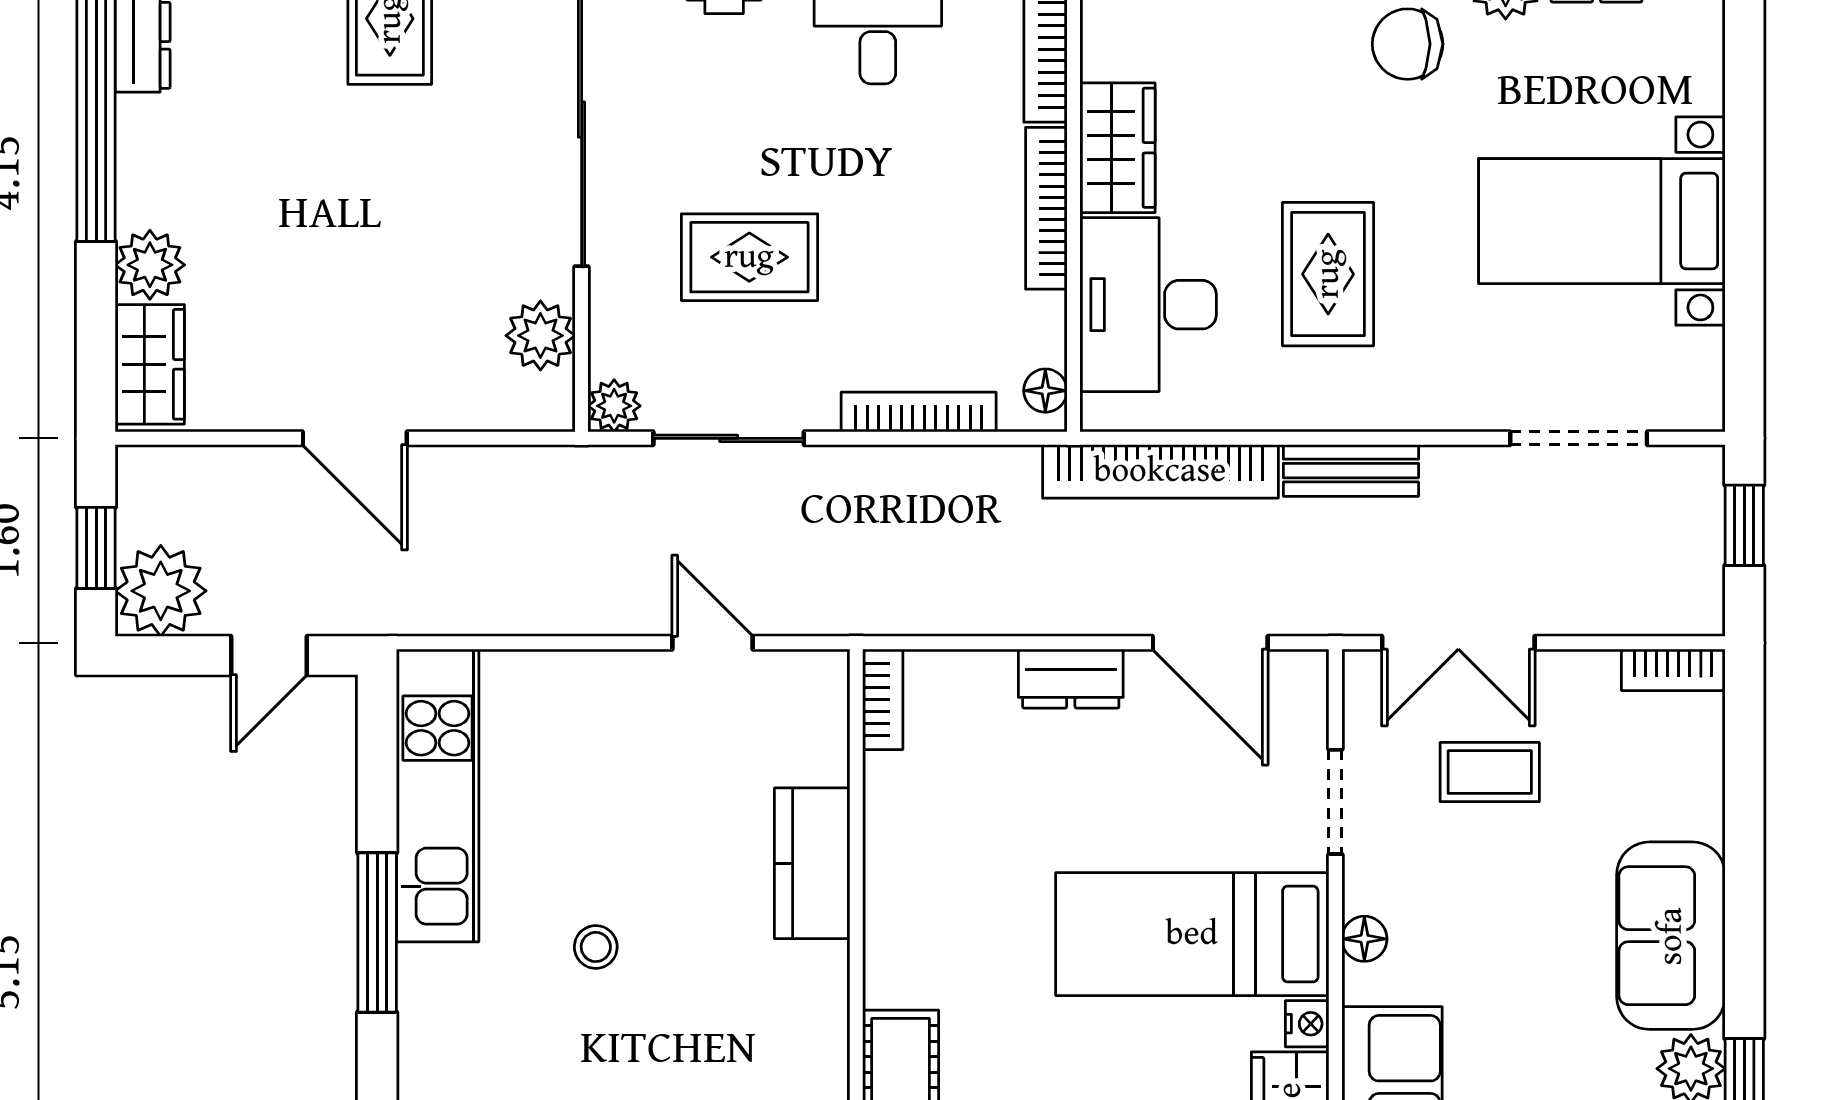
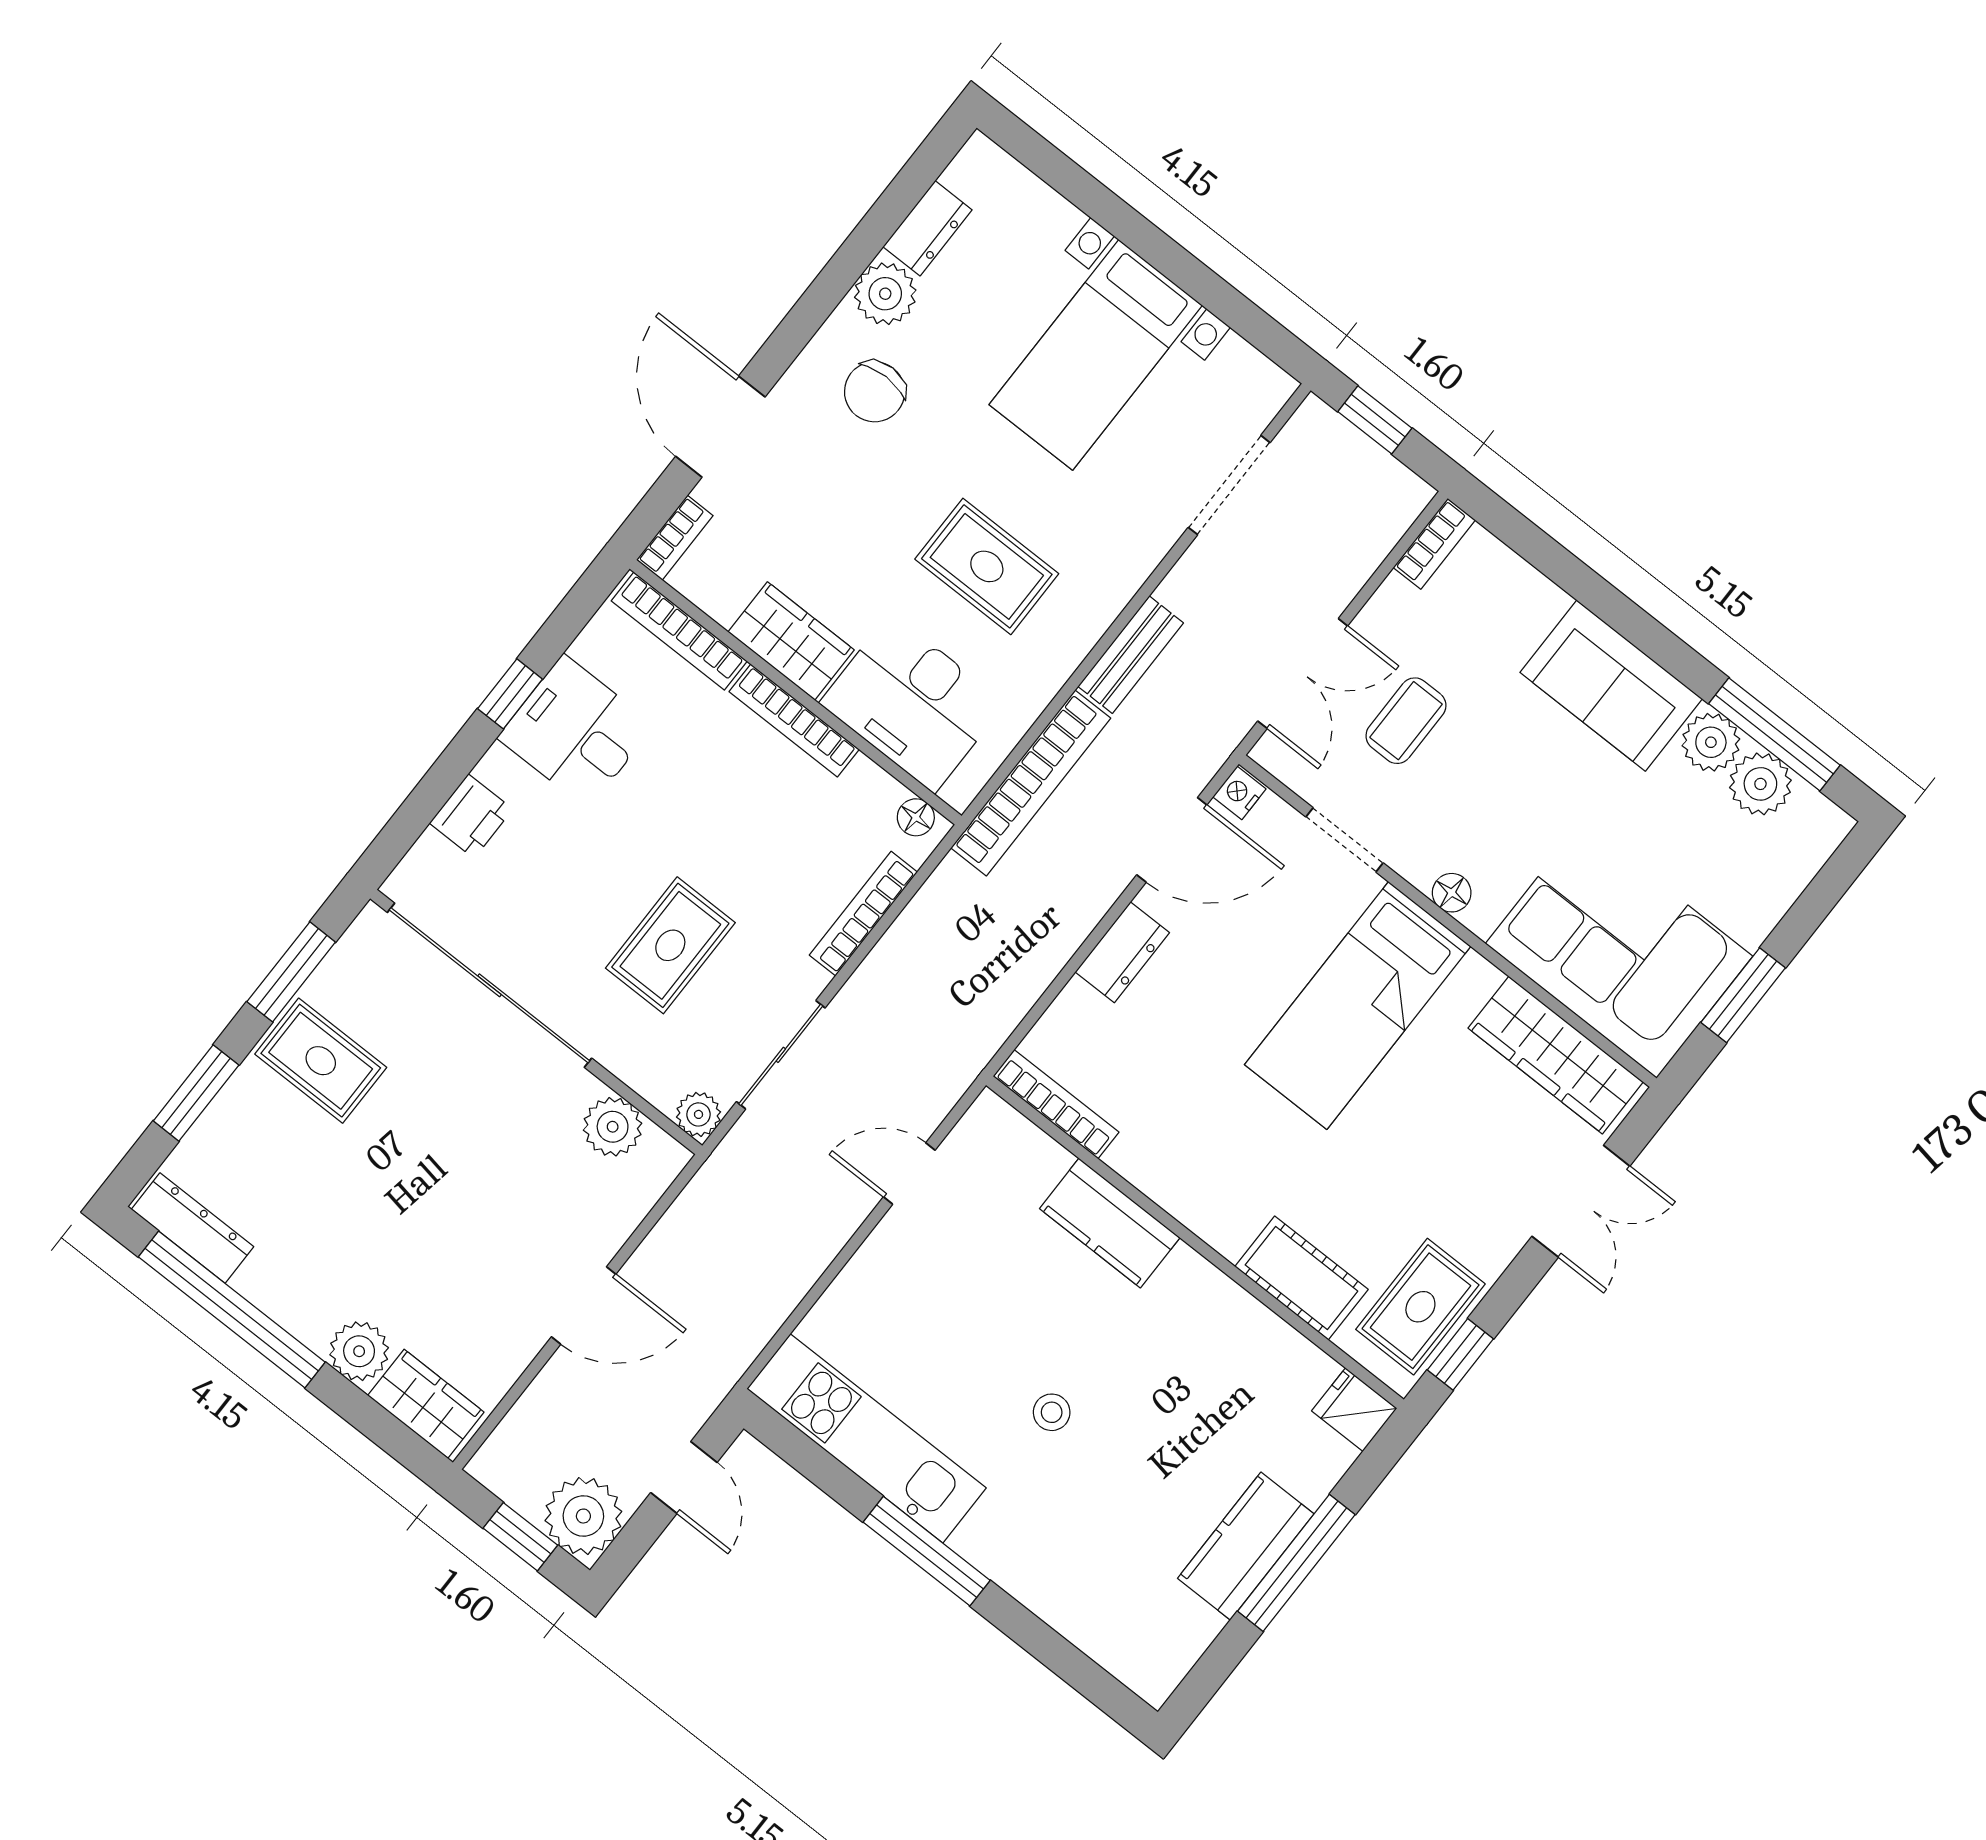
bookcase: (883, 699) -> (1056, 1104), width x1.56
nightstand: (1307, 1024) -> (1239, 793), moved, turned -90

